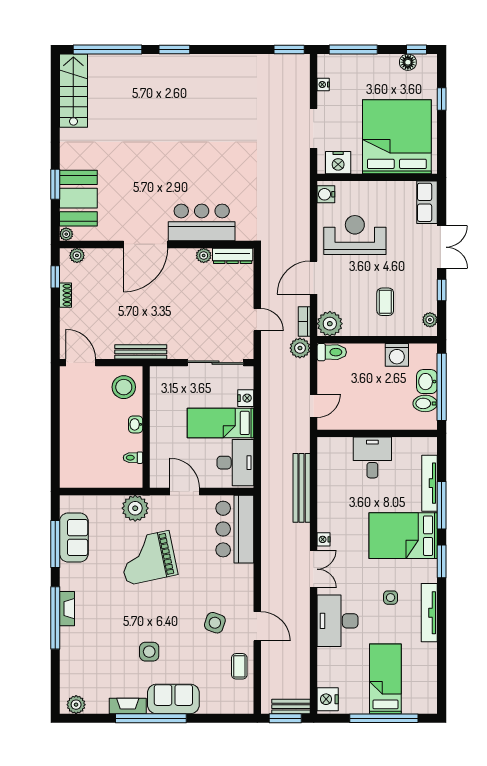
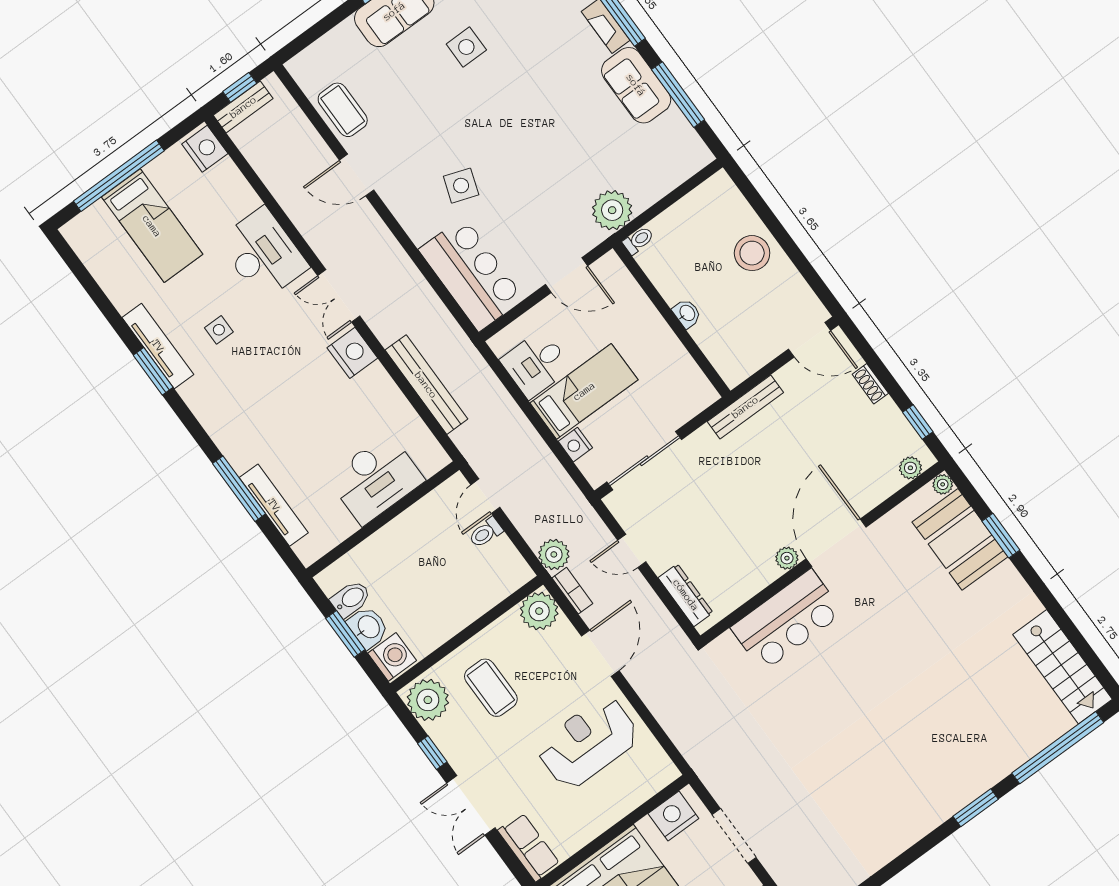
water cooler: (326, 194) -> (660, 766), removed
reception desk: (355, 235) -> (588, 742), turned 180
plant: (204, 255) -> (787, 558), moved
dresser: (233, 256) -> (686, 595), moved, turned 90
shoe rack: (66, 295) -> (870, 384), moved
coffee table: (385, 302) -> (491, 688), width x1.36, depth x1.30
plant: (430, 320) -> (428, 700), width x1.88, depth x1.88
toilet: (332, 352) -> (486, 533), moved, width x0.73, depth x0.72
washing machine: (397, 355) -> (392, 657), moved, turned 90
stool: (124, 387) -> (752, 253), moved
window: (442, 387) -> (345, 634), width x0.47
desk: (372, 457) -> (376, 479), width x1.37
toilet: (133, 458) -> (638, 240), moved
desk: (235, 463) -> (536, 364), width x0.73
bed: (403, 536) -> (259, 417), removed
sofa: (74, 537) -> (636, 85), moved
nightstand: (324, 539) -> (352, 353), width x1.89, depth x1.79
grand piano: (148, 558) -> (552, 161), removed
window: (442, 561) -> (153, 371), moved
side table: (215, 623) -> (461, 186), moved
coffee table: (239, 666) -> (343, 110), width x1.36, depth x1.30
window: (285, 718) -> (240, 87), width x0.67

